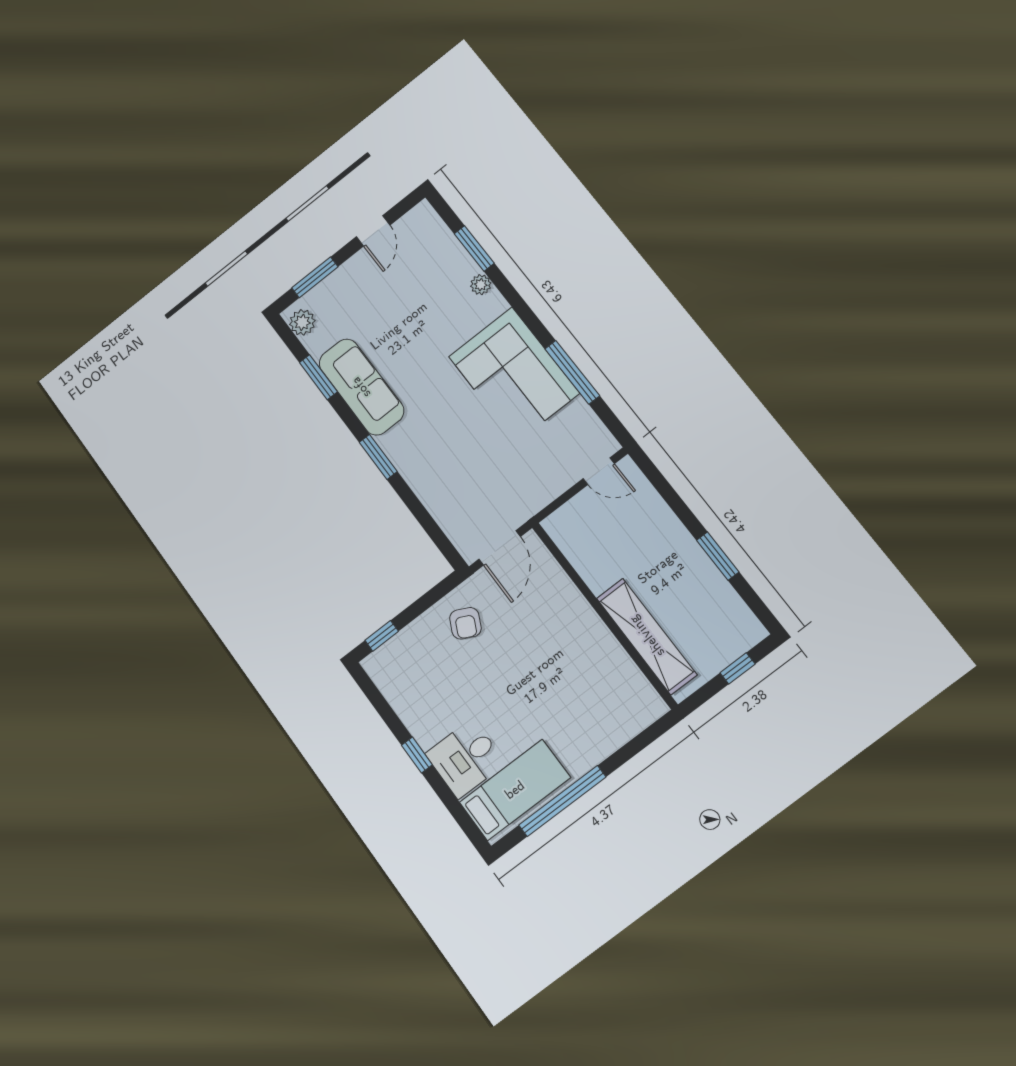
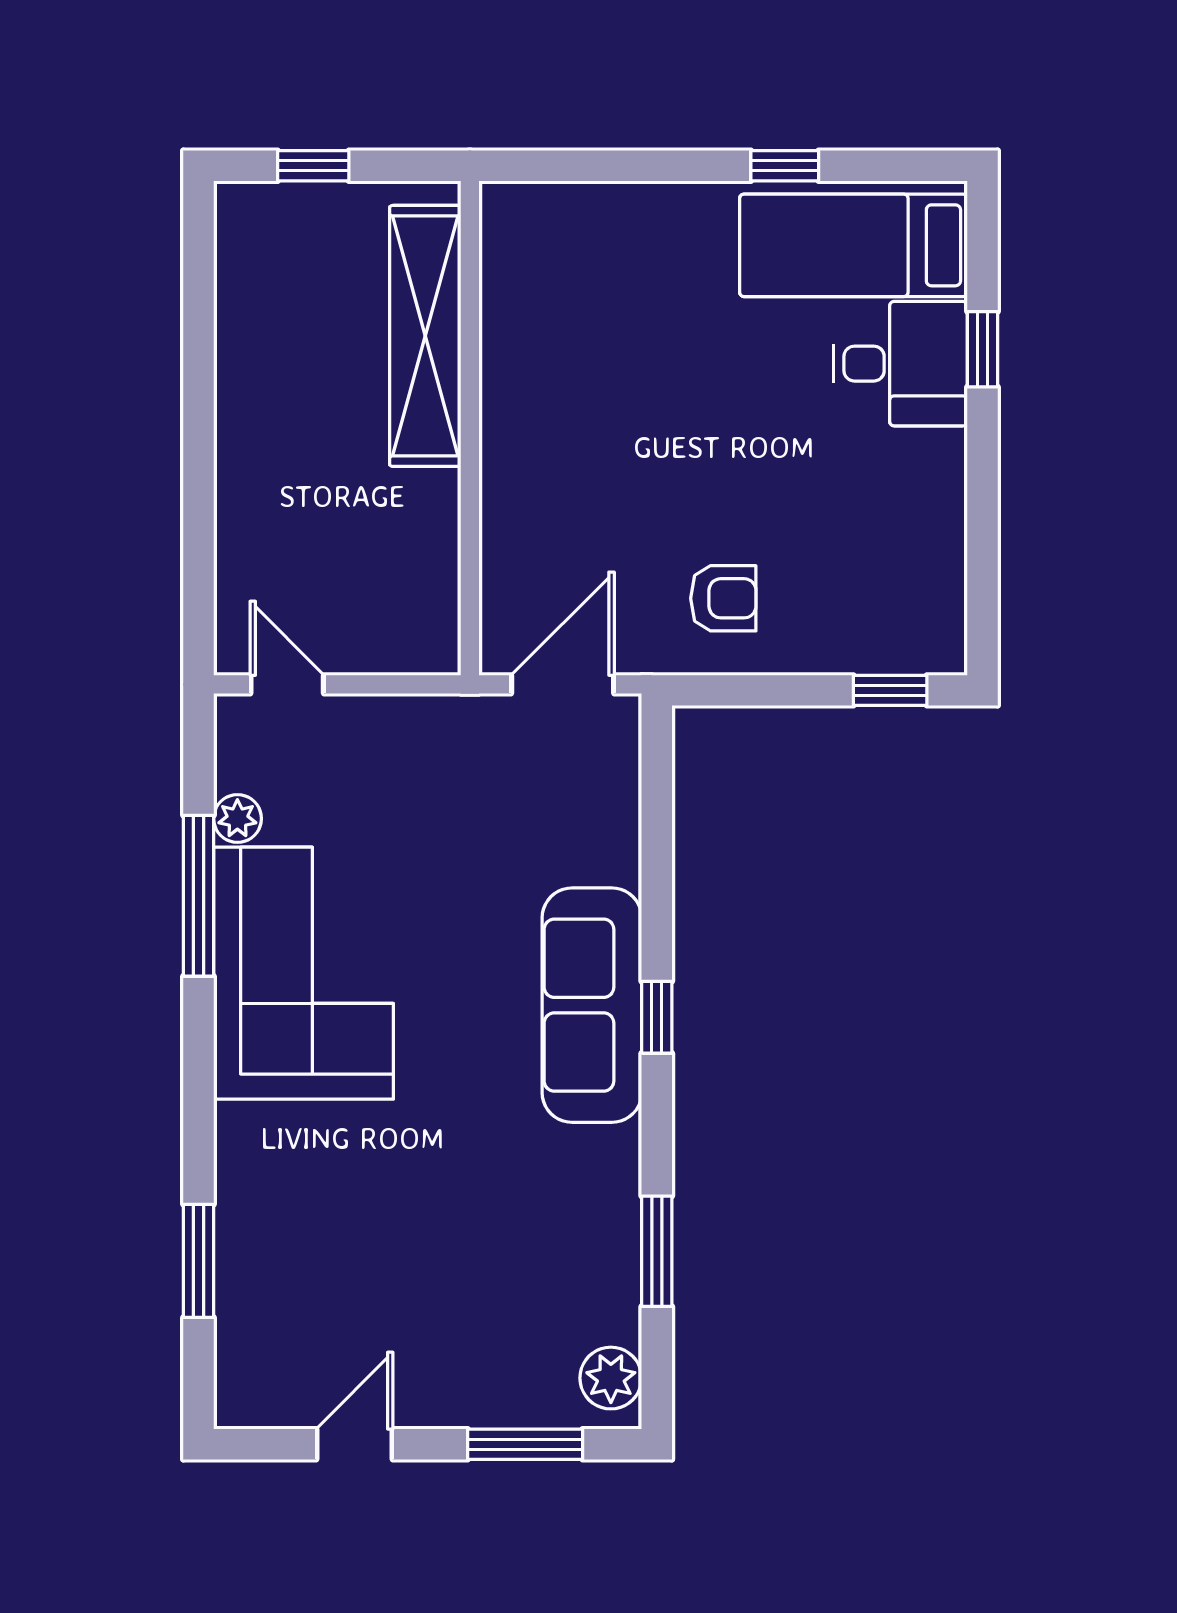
plant: (481, 285) -> (237, 819), moved
sofa: (361, 387) -> (592, 1005), moved
window: (378, 457) -> (657, 1017), width x0.67
window: (718, 556) -> (199, 380), removed
armchair: (465, 623) -> (723, 598), turned 64
window: (417, 755) -> (982, 349), moved
window: (562, 801) -> (785, 166), width x0.32

